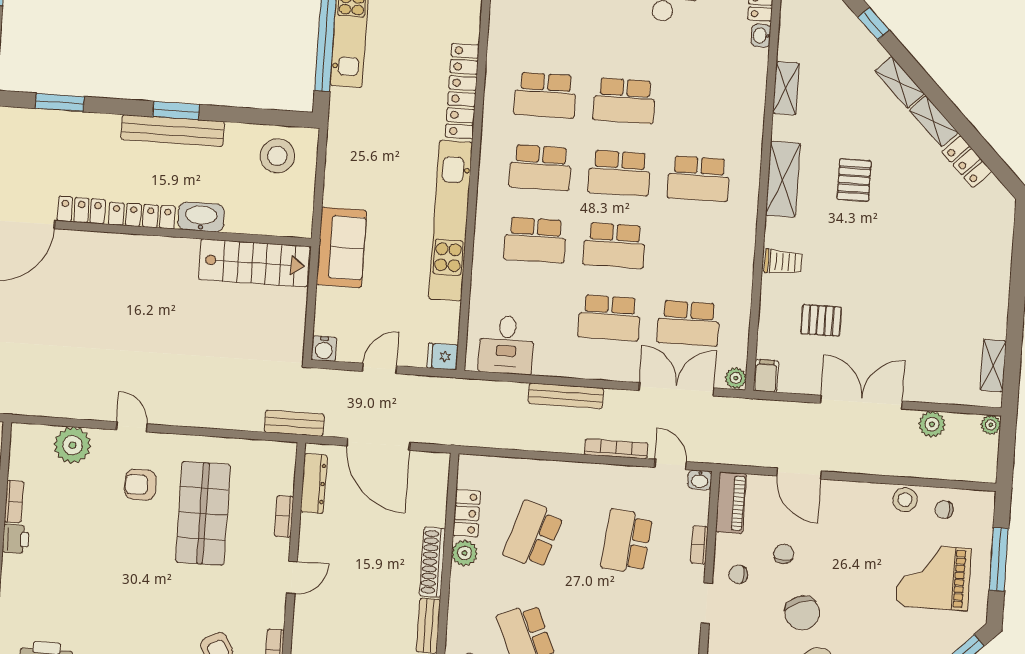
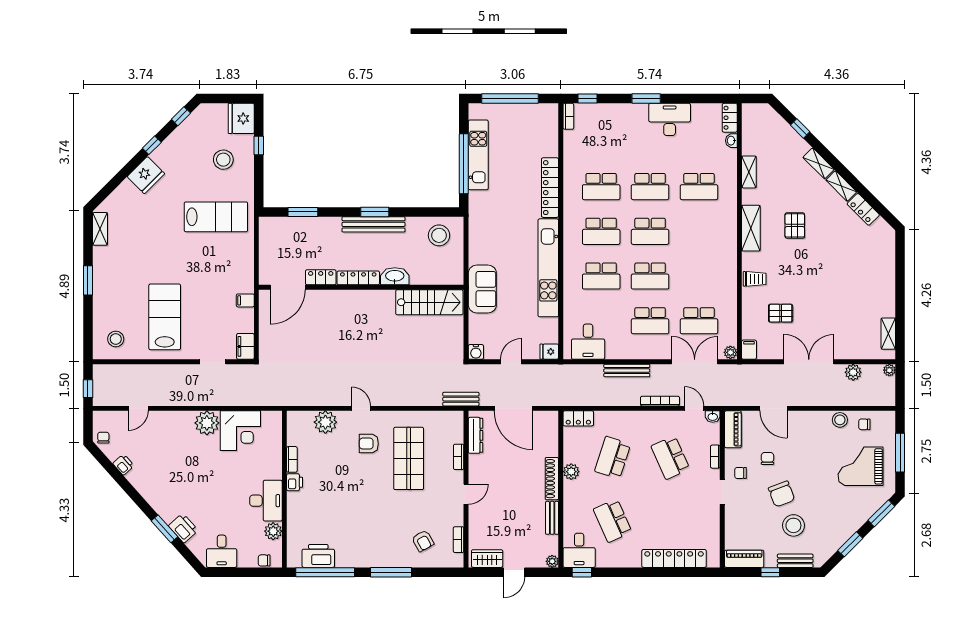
school desk: (698, 179) -> (699, 187), moved
locker: (467, 513) -> (578, 418), moved, turned 90
school desk: (627, 541) -> (670, 458), turned -30

